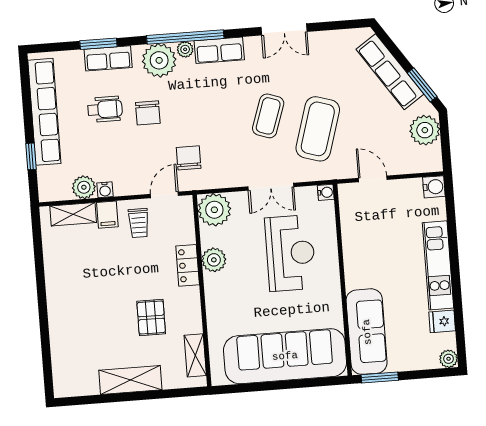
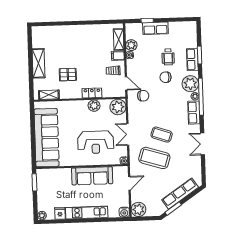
row of seats: (44, 112) -> (155, 28), width x0.50
plant: (425, 130) -> (138, 209), moved
sofa: (367, 332) -> (92, 176), moved

